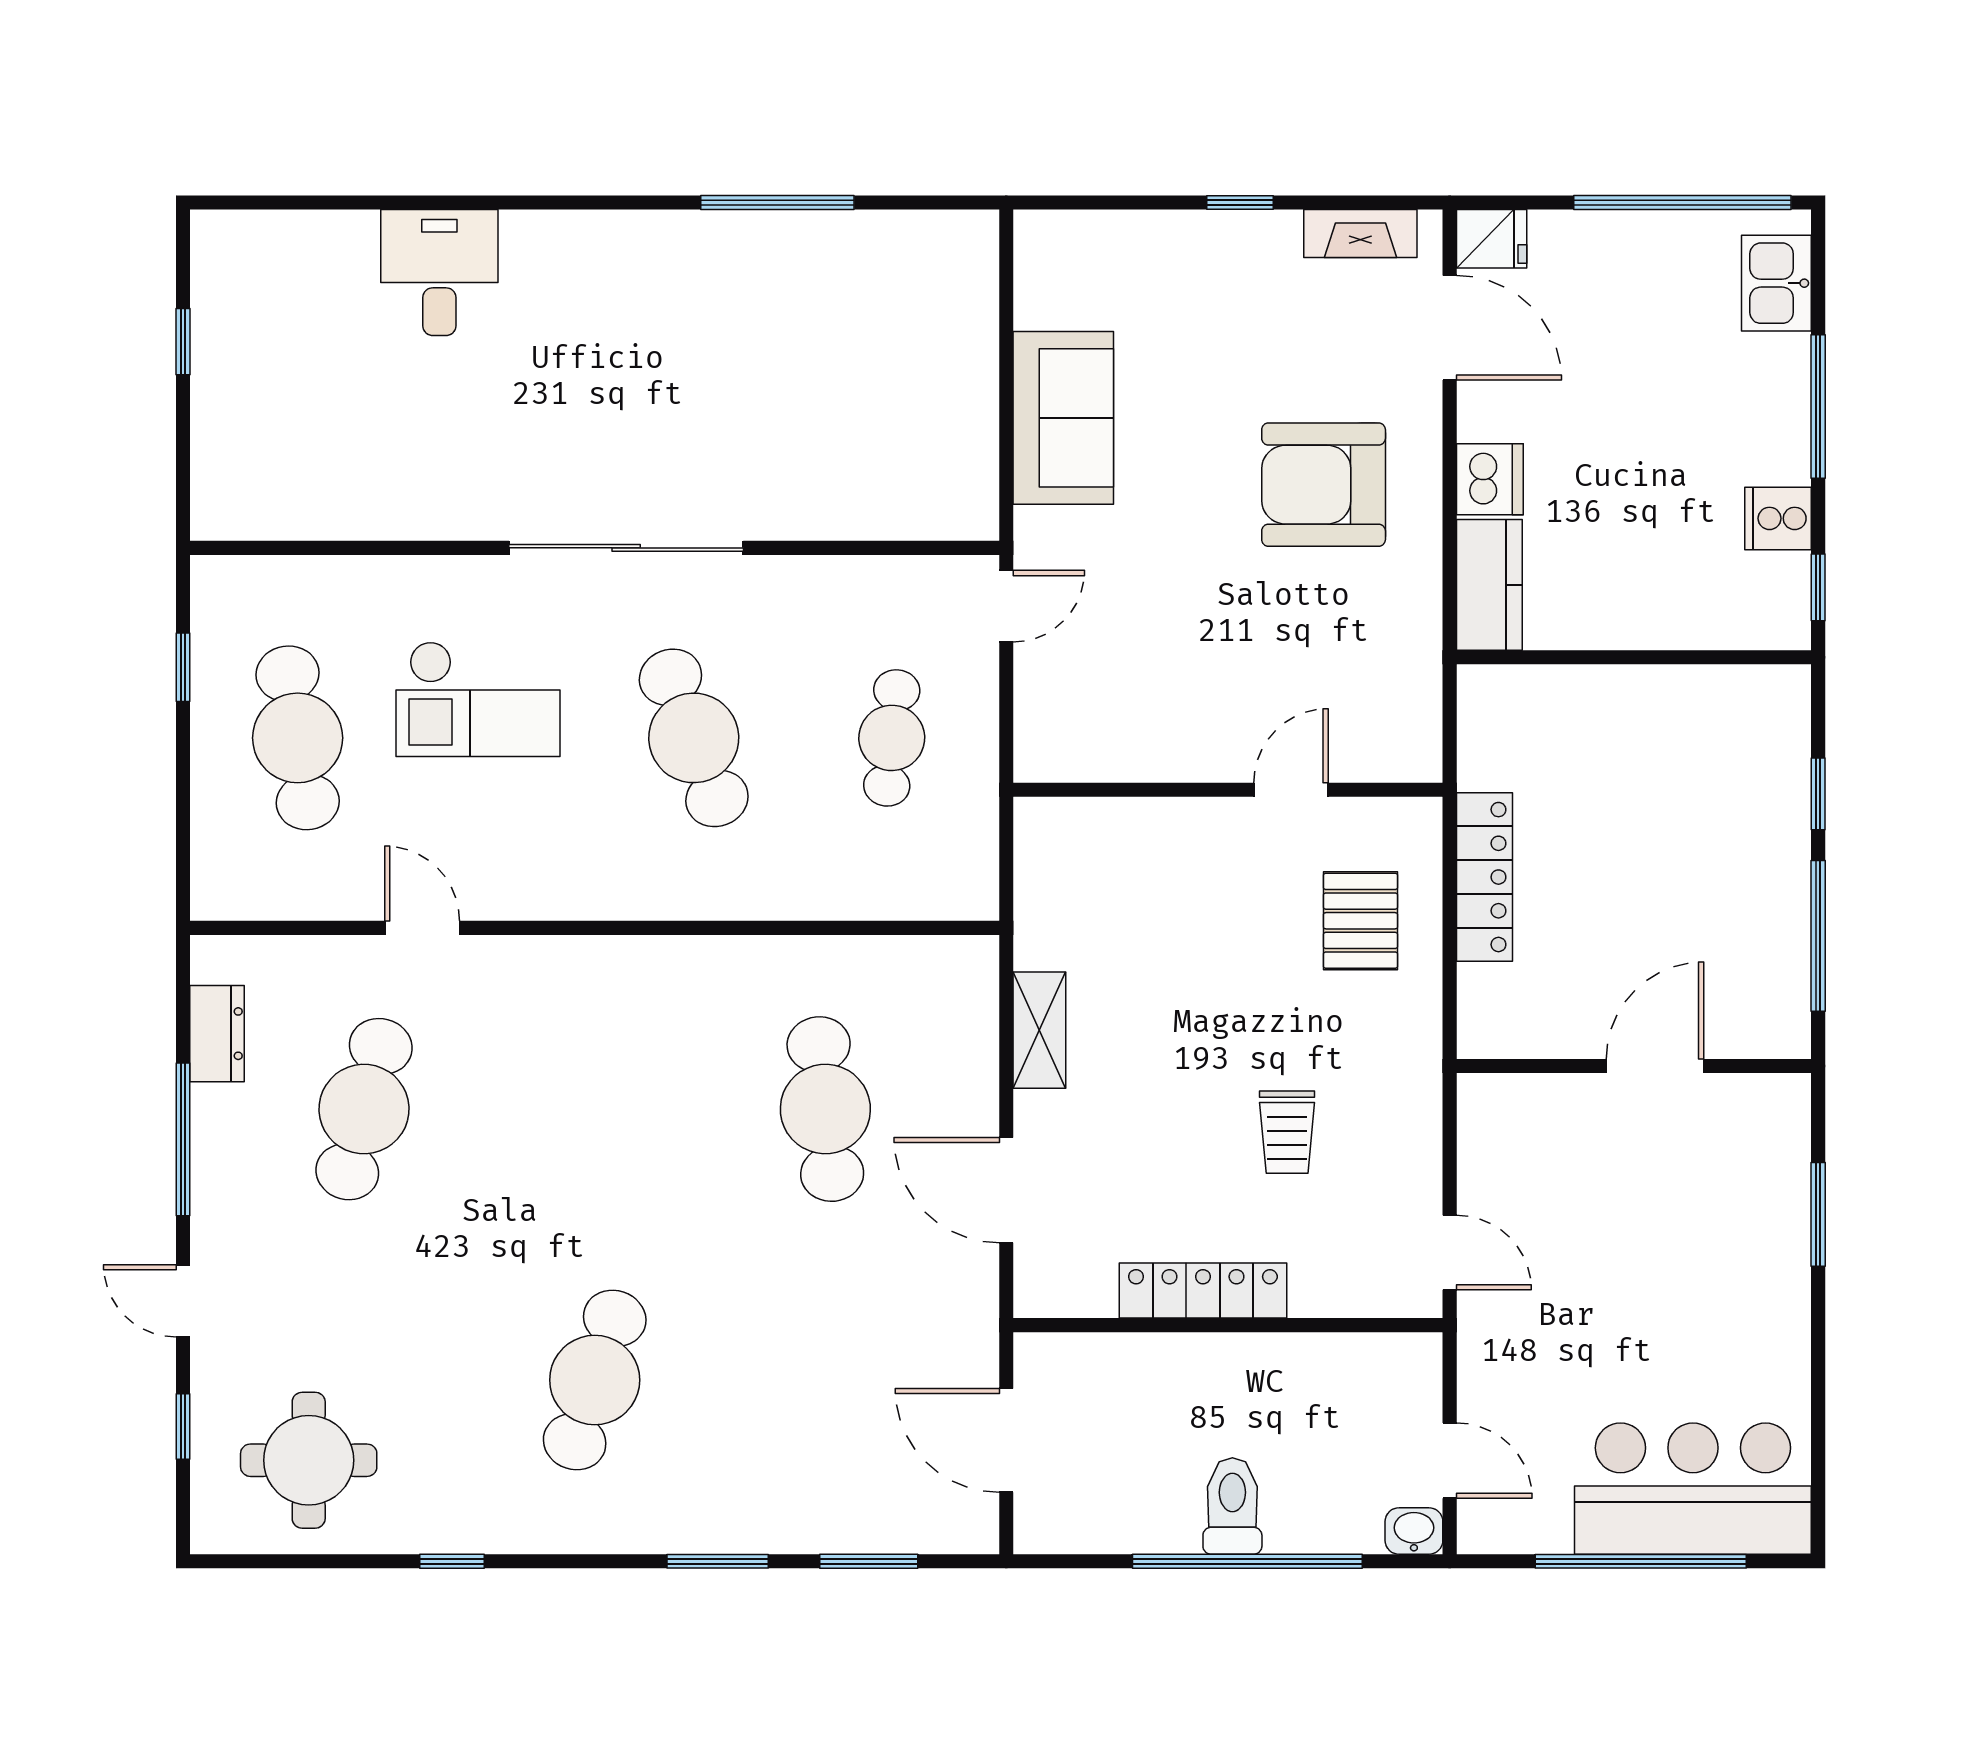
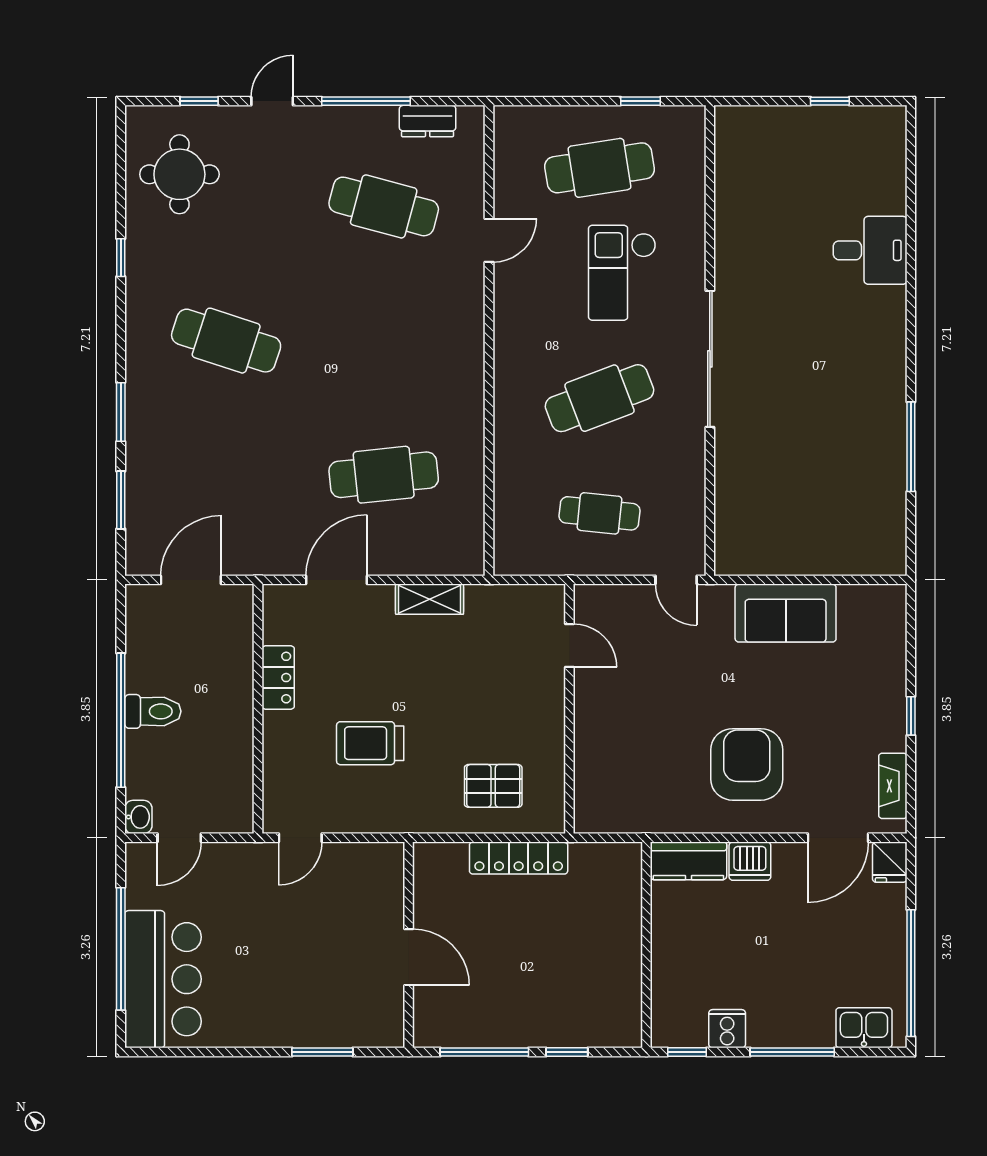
door: (1291, 790) -> (569, 645), moved
trolley: (1287, 1132) -> (370, 743), width x1.36, depth x1.39
locker: (1203, 1291) -> (278, 678), width x0.66

